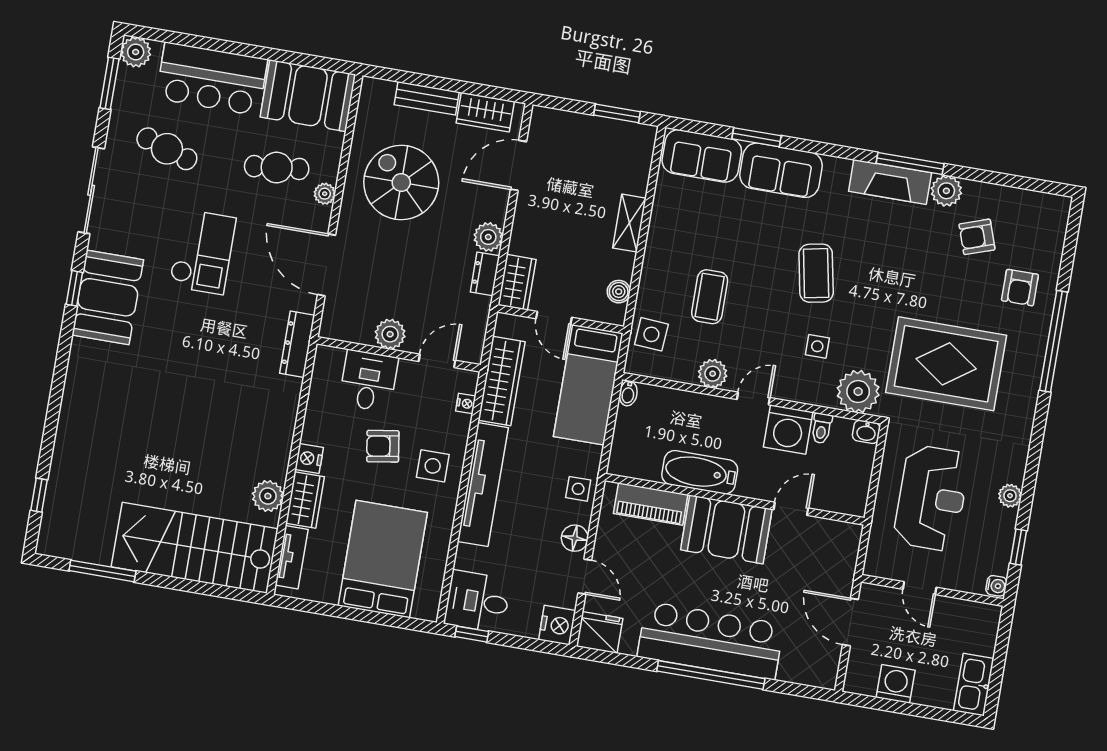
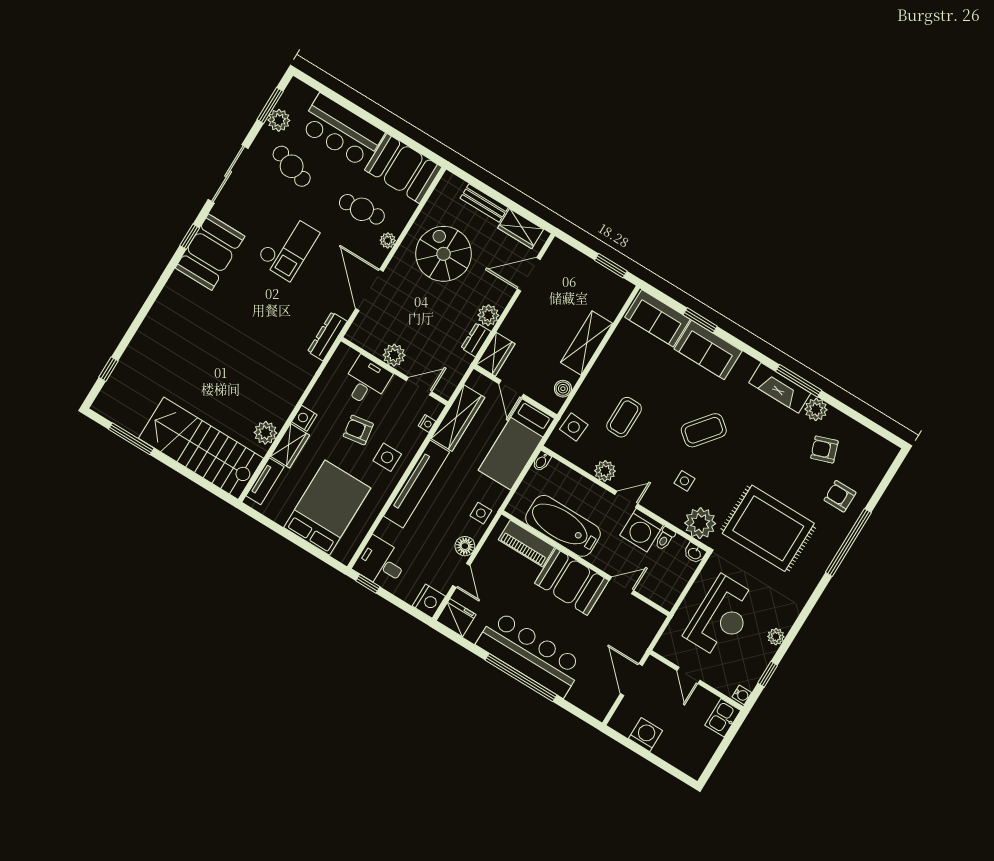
plant: (136, 52) -> (279, 120), moved
shelving: (629, 223) -> (587, 343), width x1.50, depth x1.33
coffee table: (816, 273) -> (704, 430), turned 50
armchair: (1020, 288) -> (840, 496), turned 90
bathtub: (700, 472) -> (563, 526), width x1.36, depth x1.36
kitchen sink: (974, 685) -> (723, 718), moved, width x0.73

